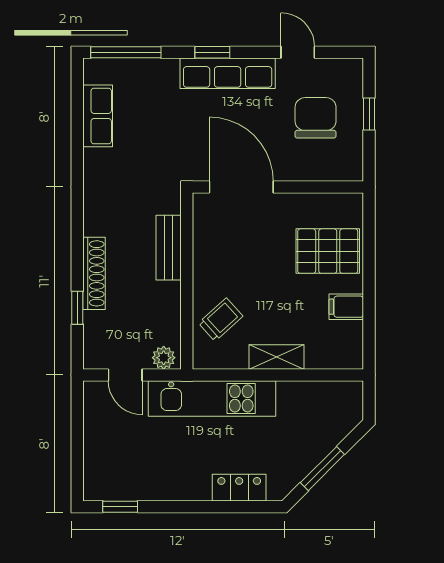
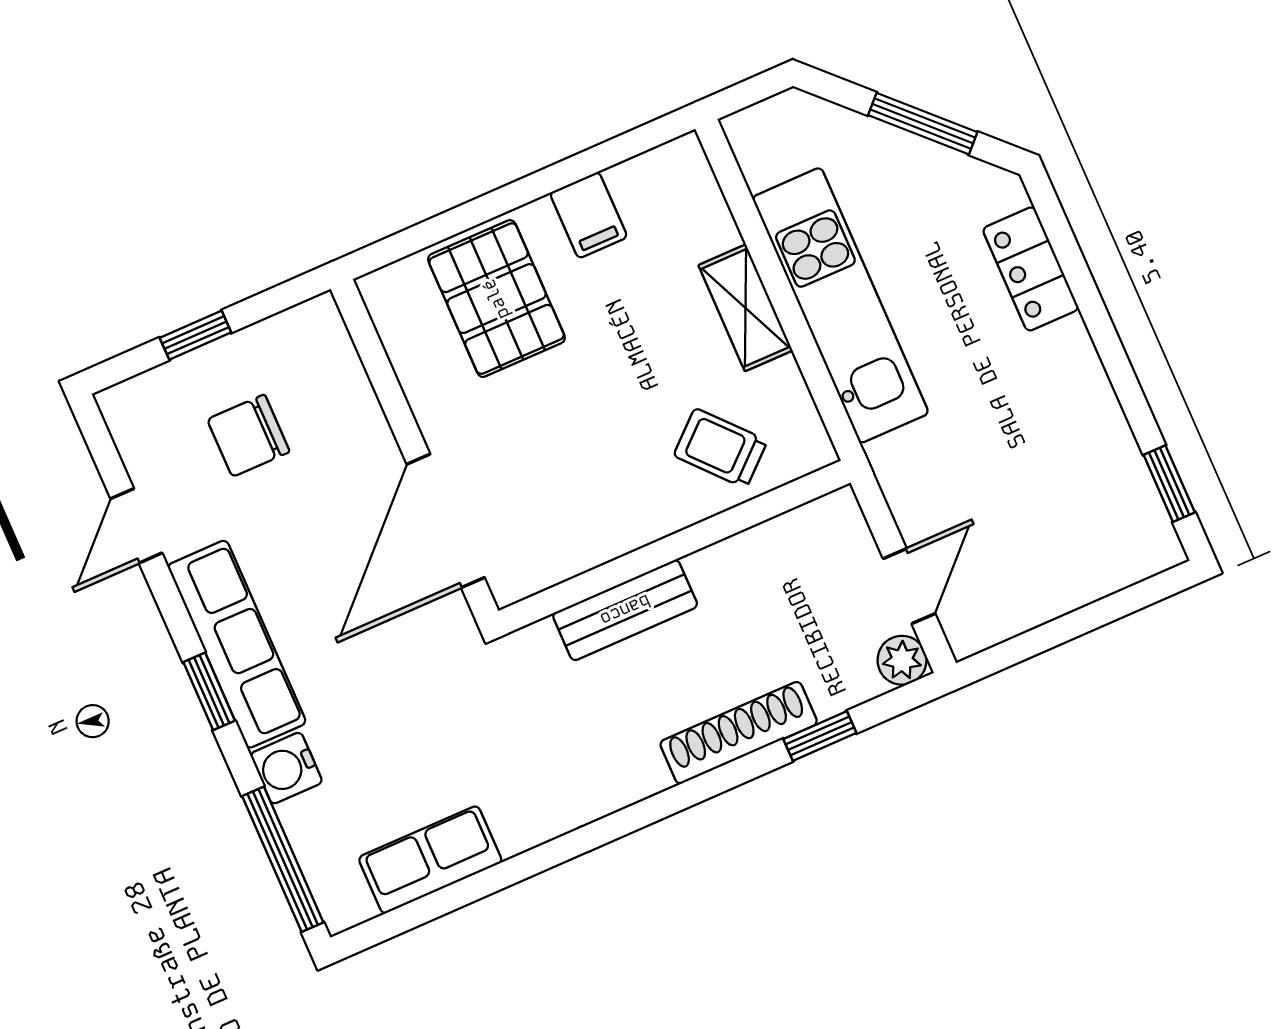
water cooler: (165, 71) -> (286, 768), added
chair: (316, 118) -> (248, 436), width x0.73, depth x0.73
plant: (164, 358) -> (902, 660), moved
kitchen unit: (212, 398) -> (840, 305), moved

